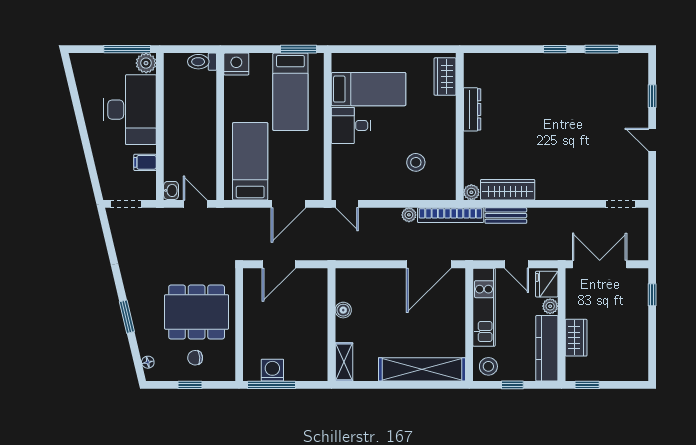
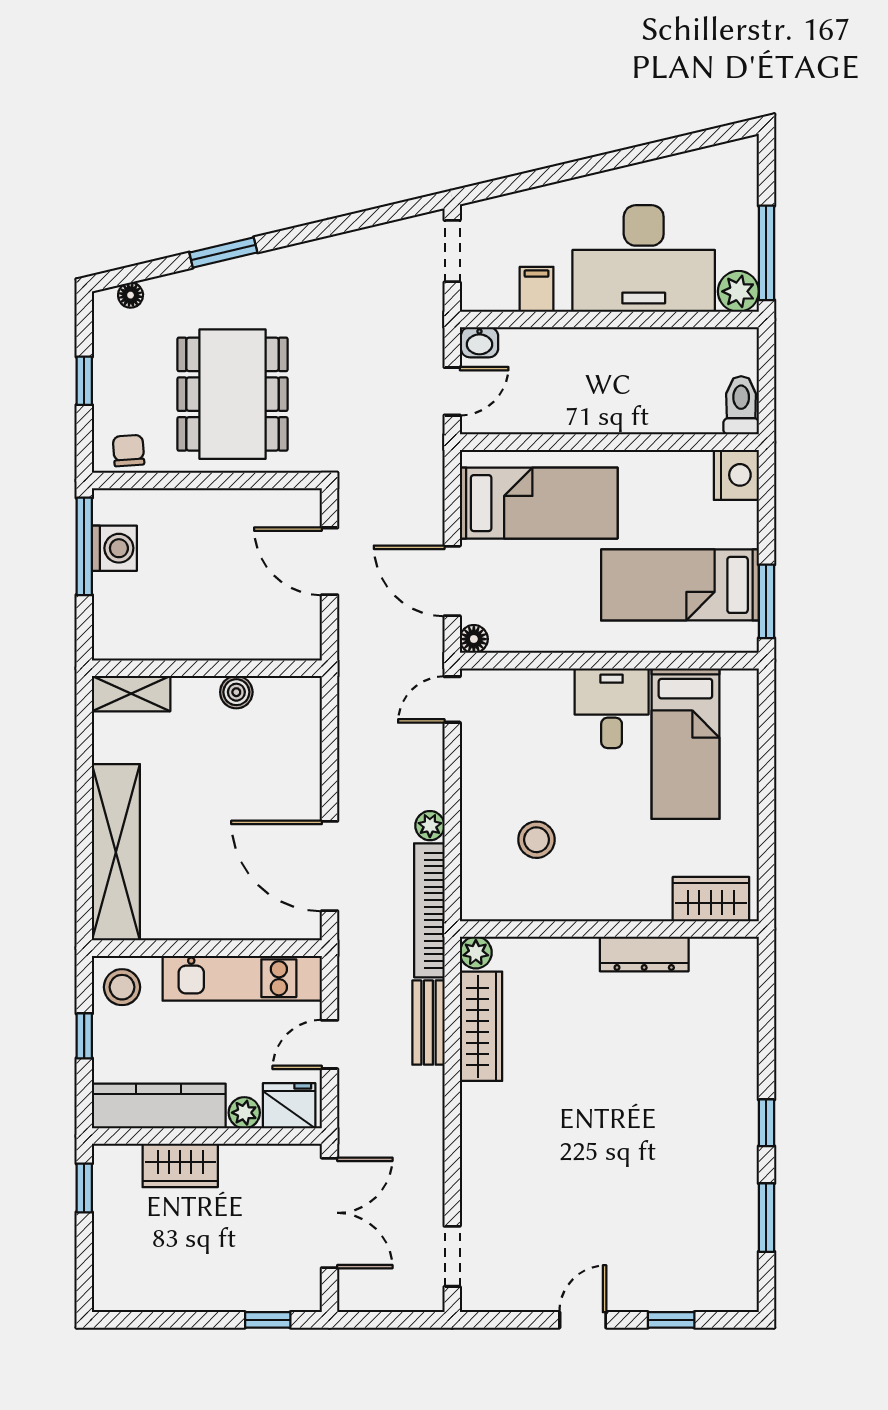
floor lamp: (317, 193) -> (474, 639), added
chair: (195, 358) -> (129, 451), moved

